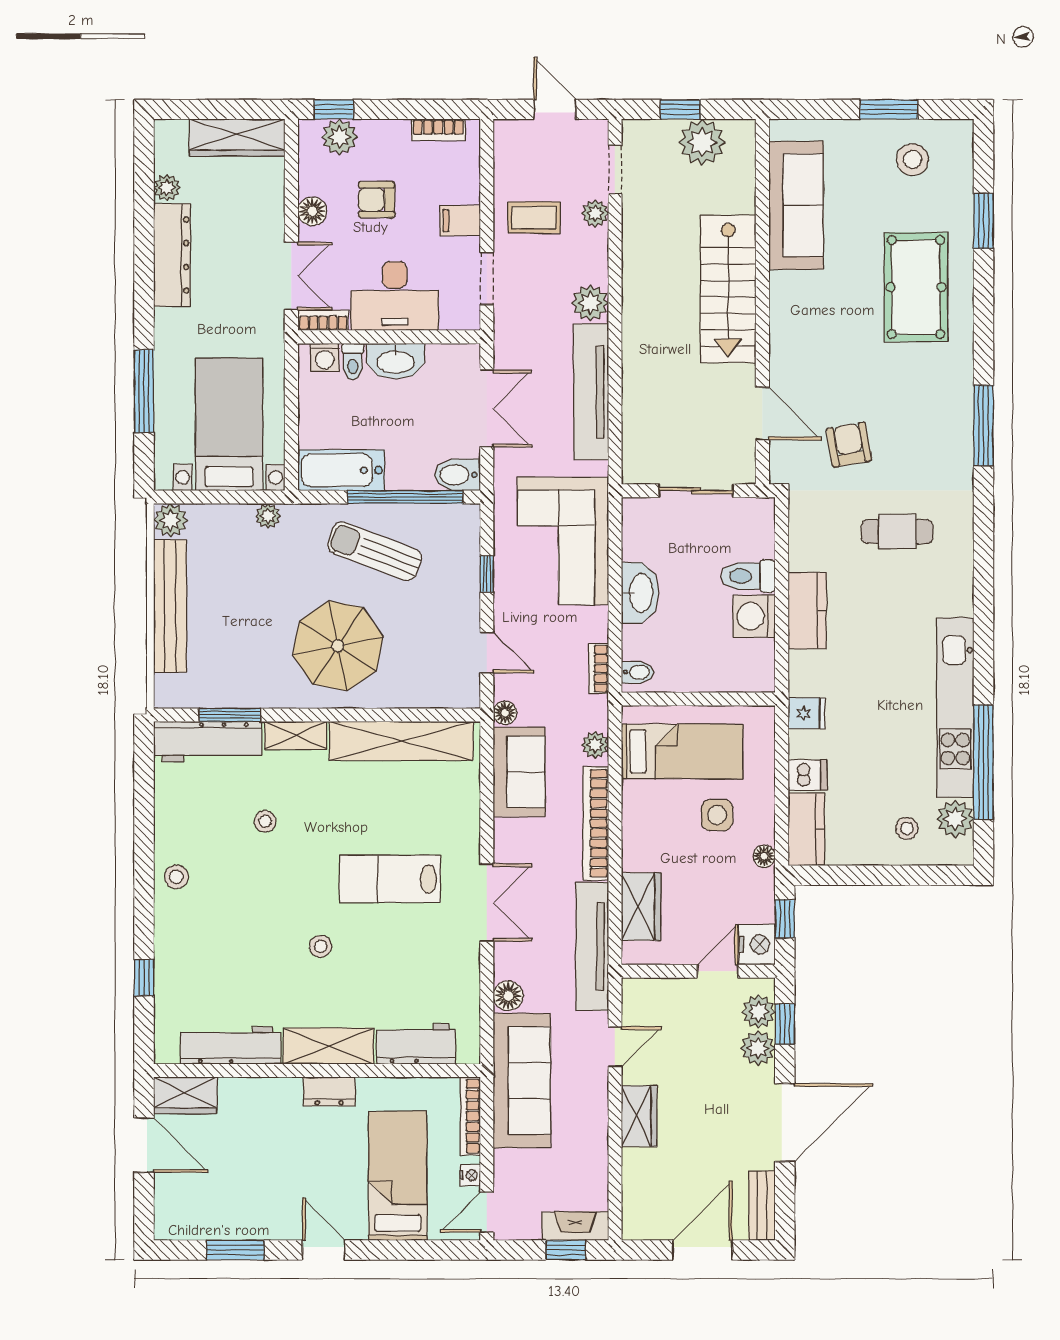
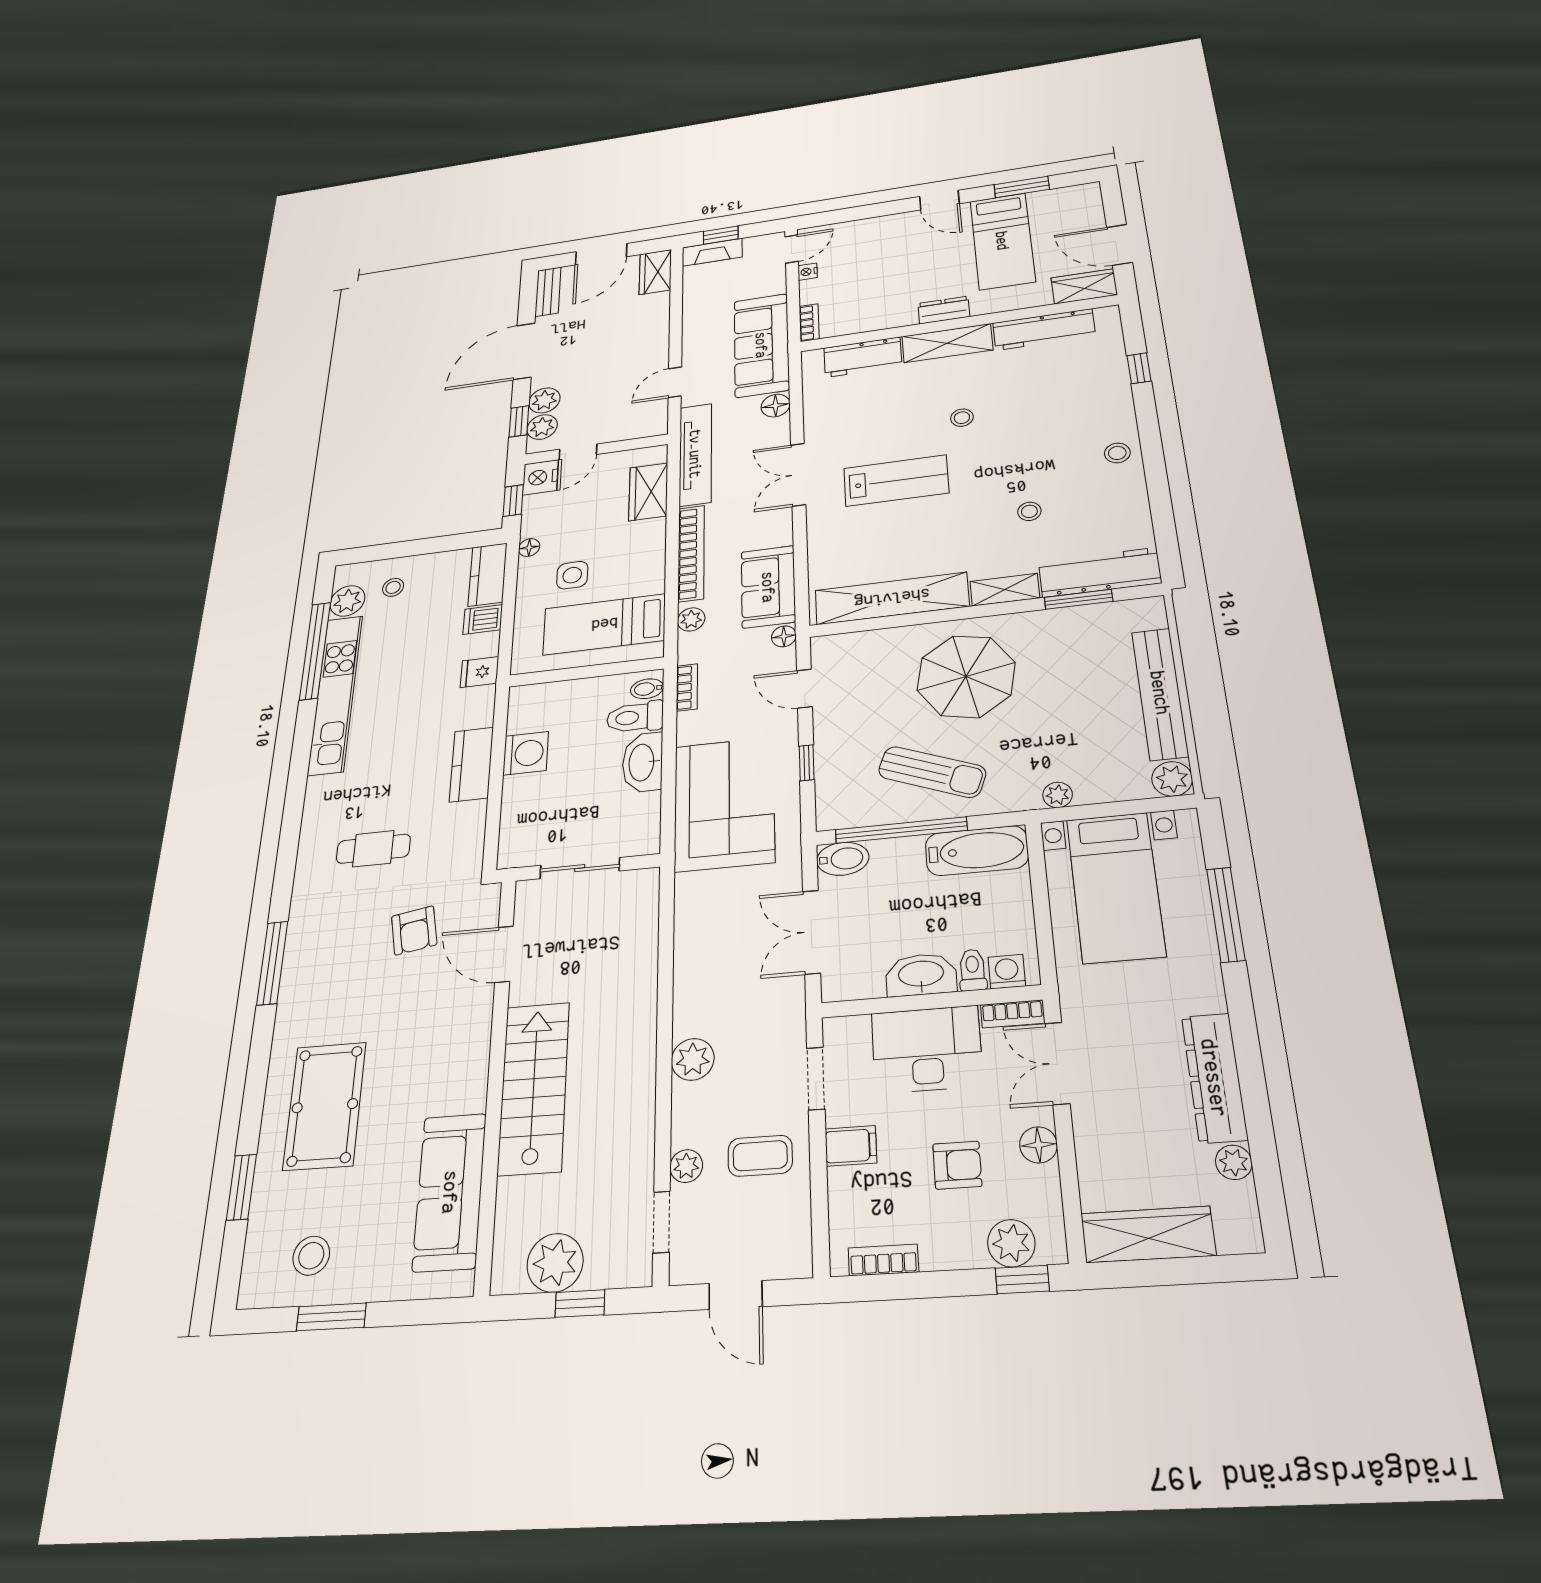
tv unit: (591, 392) -> (693, 960), removed
toilet: (748, 576) -> (635, 717), moved, turned 180
bookcase: (470, 1116) -> (809, 323), width x0.64
wardrobe: (639, 1116) -> (655, 272), moved
bed: (398, 1176) -> (1002, 241), moved

